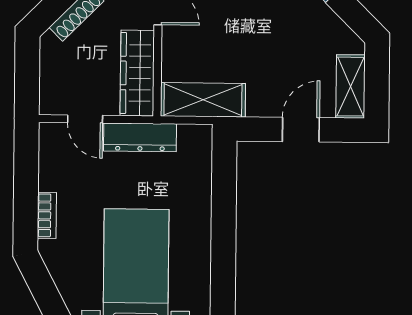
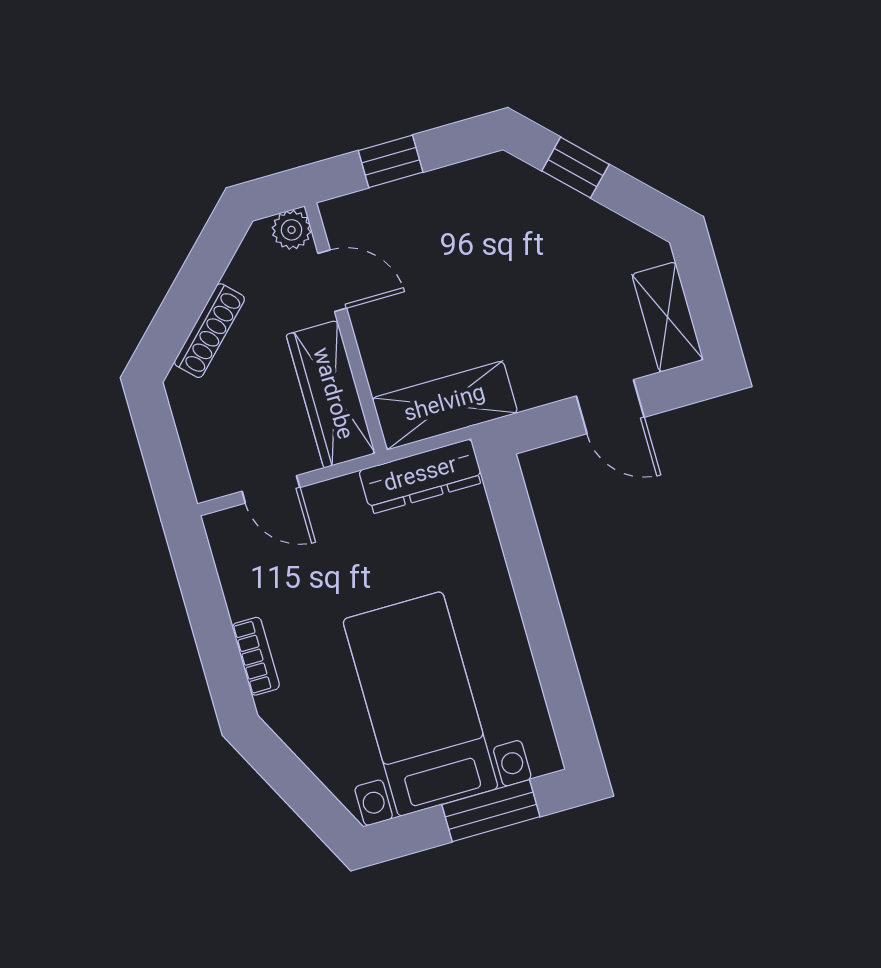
door: (301, 130) -> (610, 407), swing flipped
dresser: (140, 137) -> (421, 476), moved

